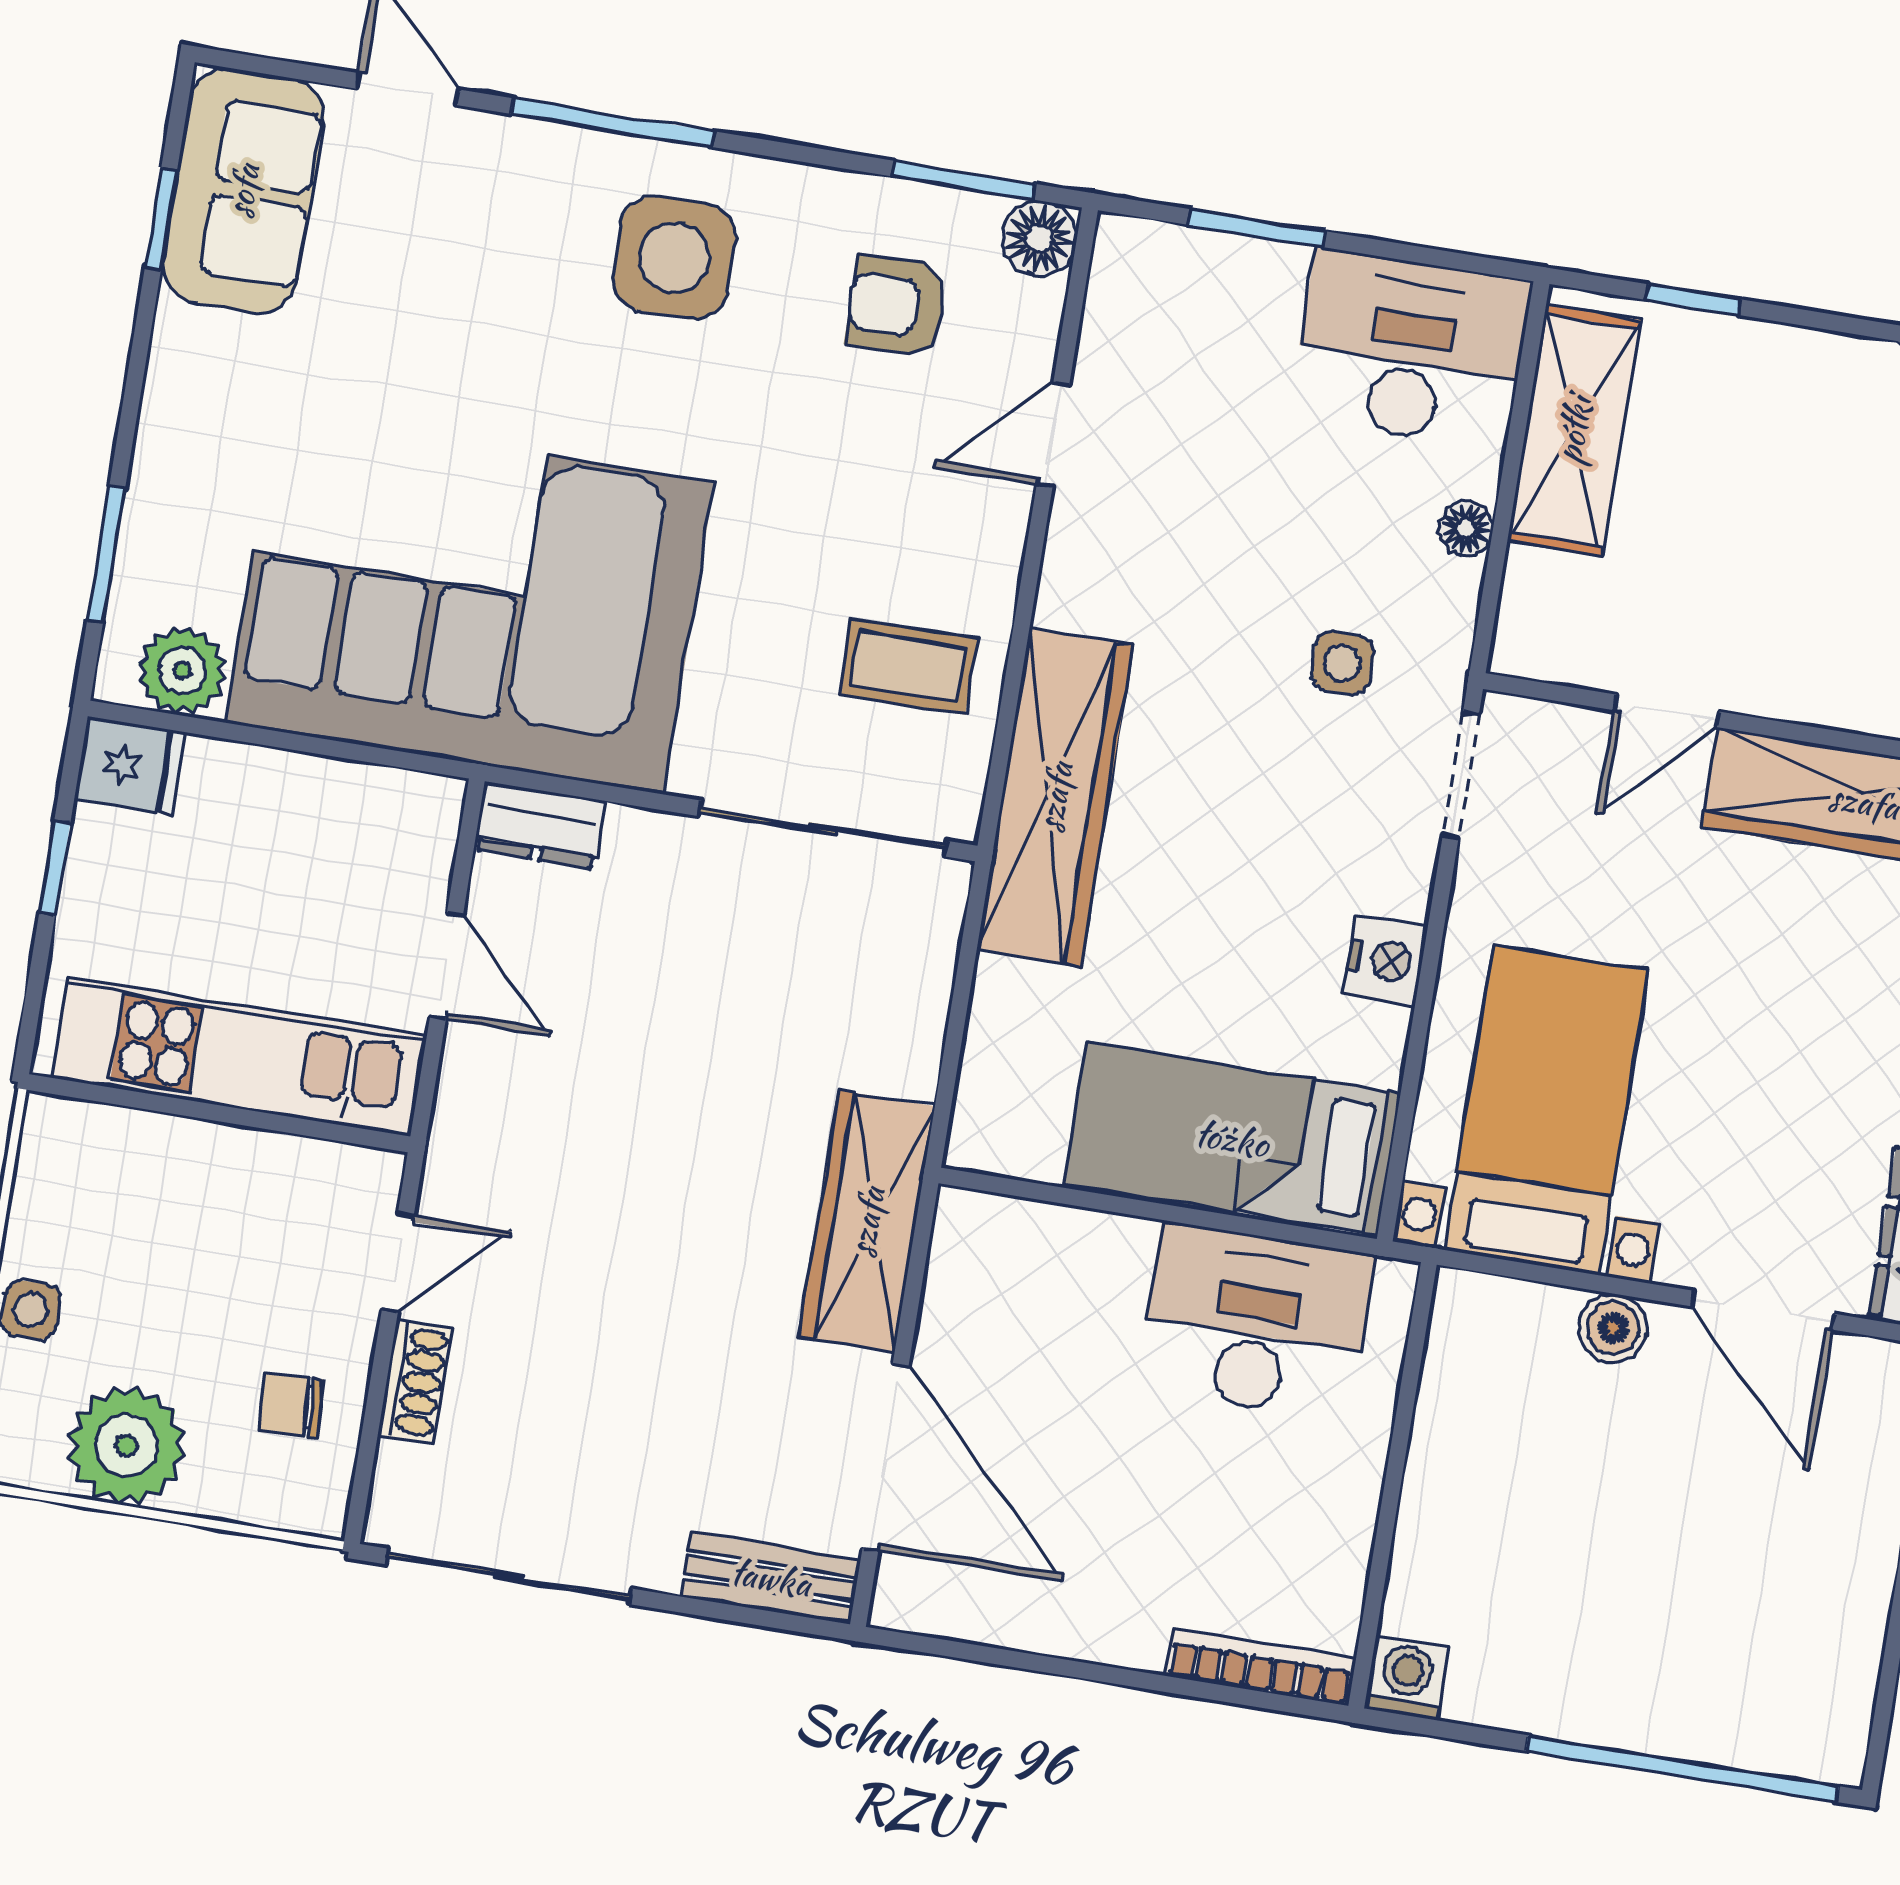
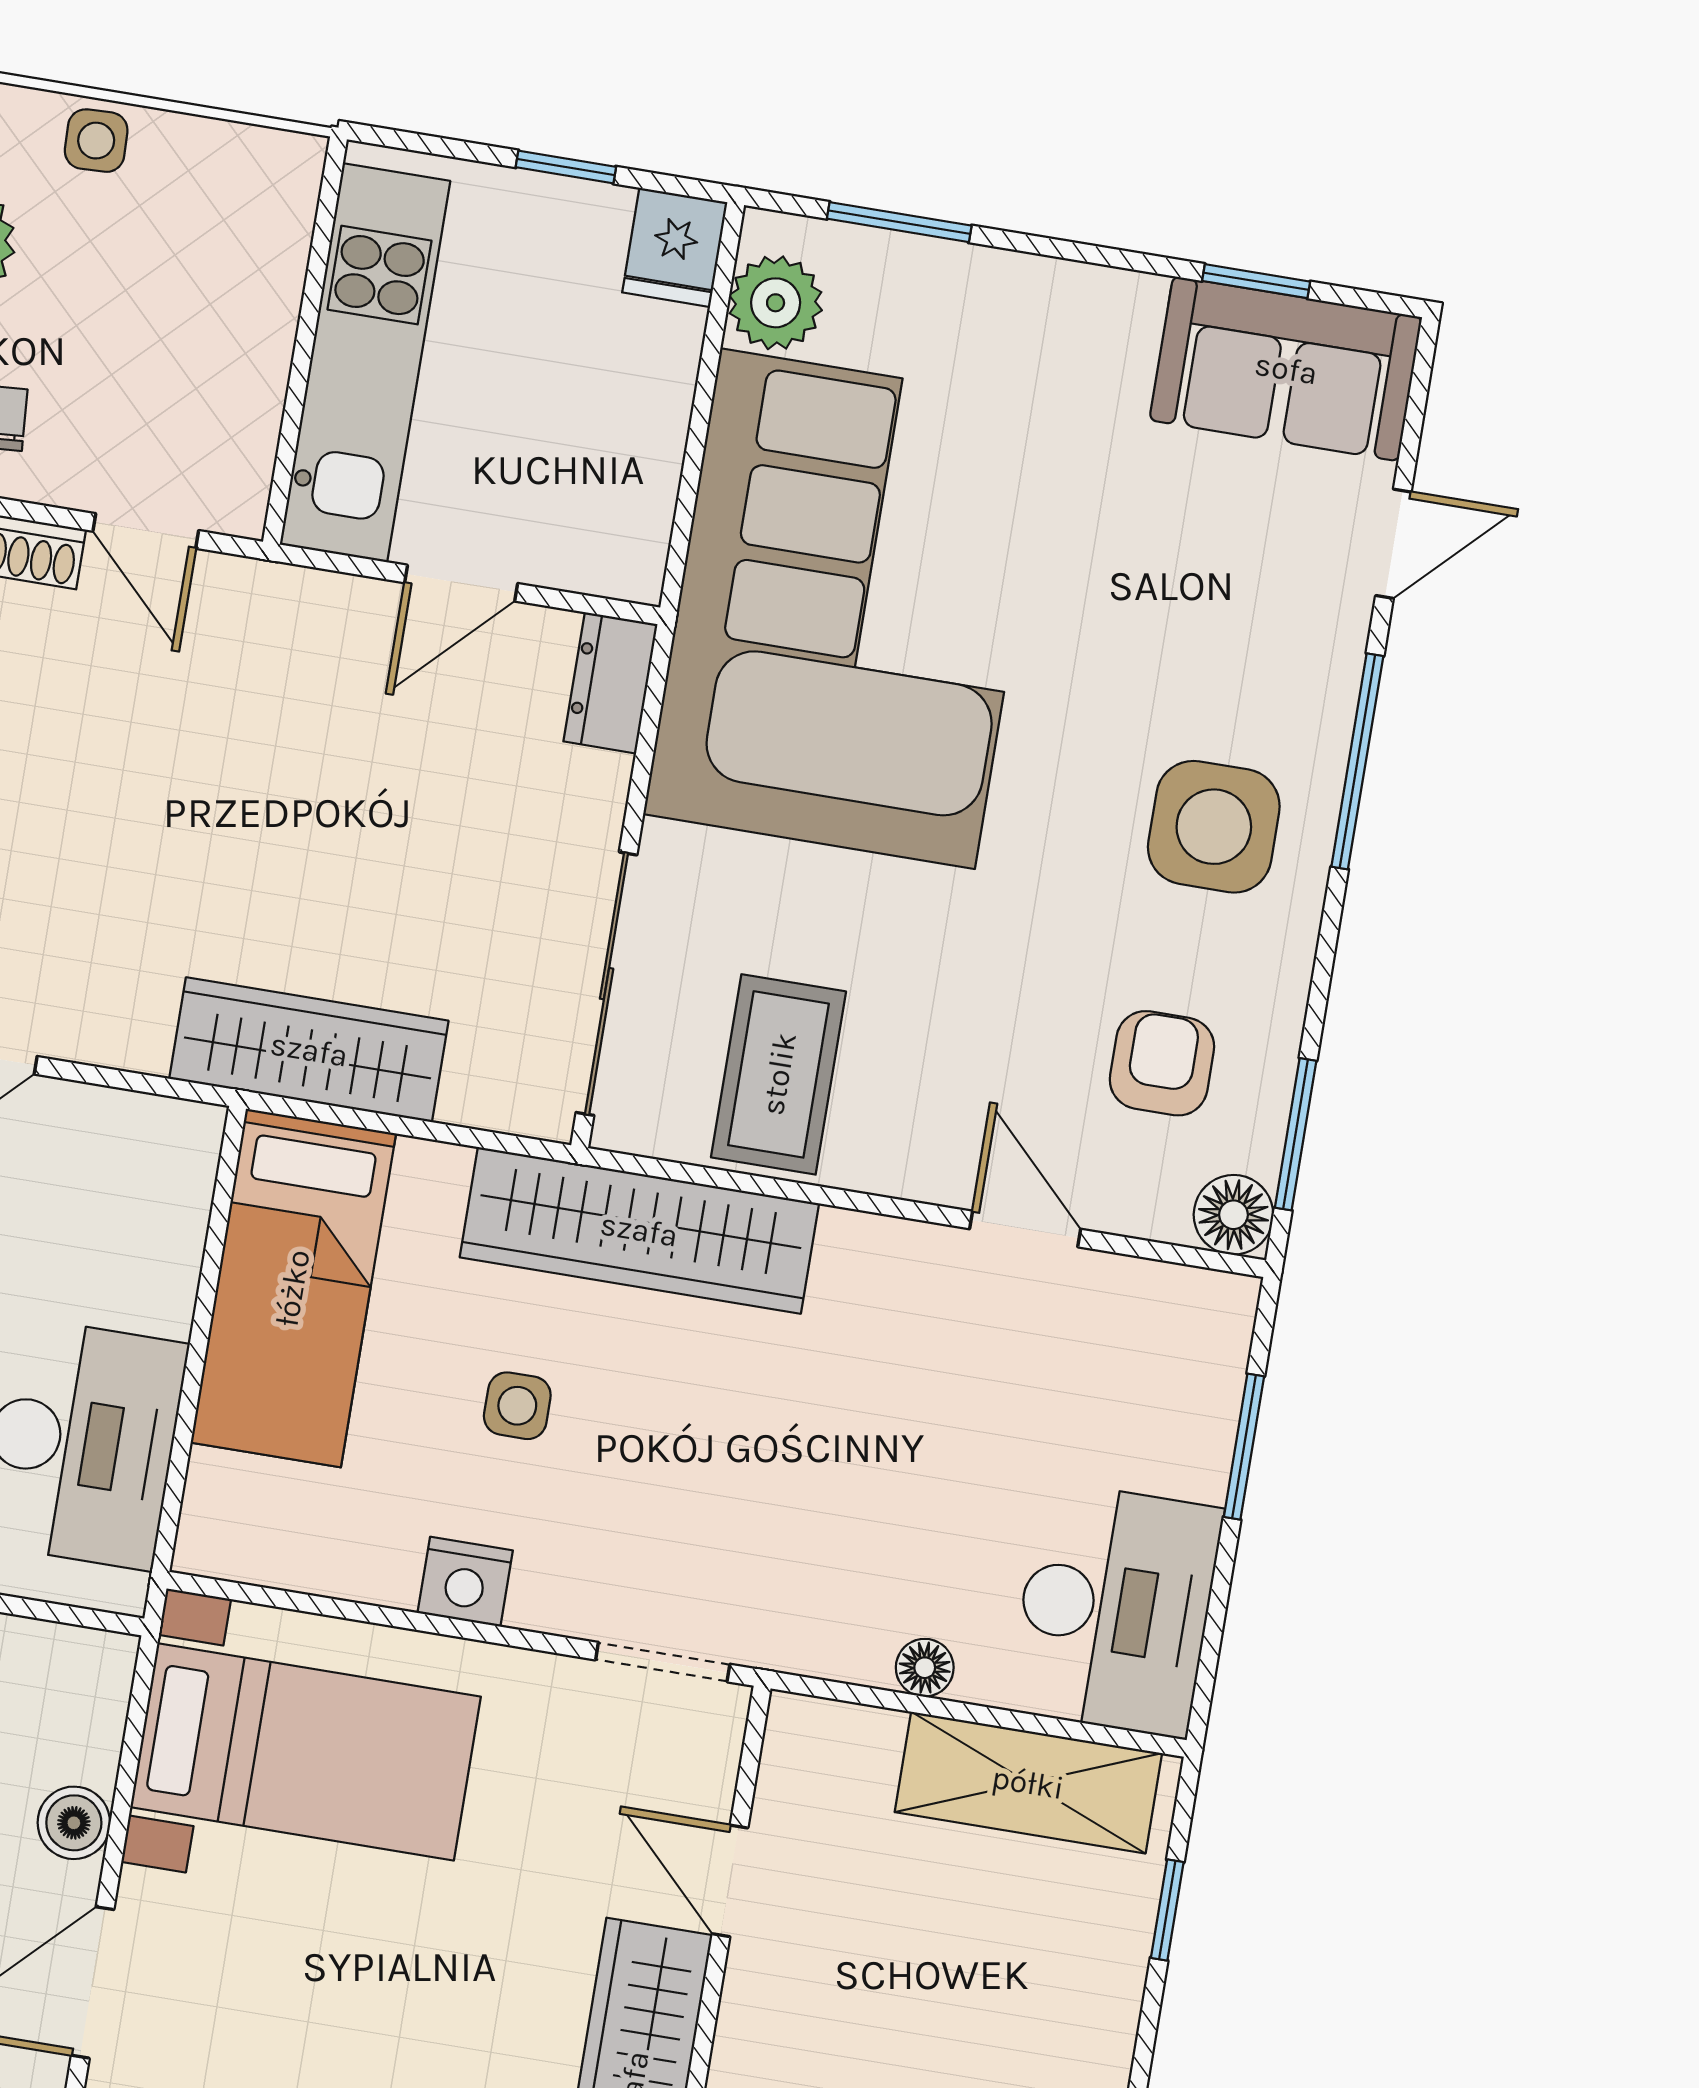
side table: (1343, 663) -> (517, 1406), moved
coffee table: (908, 667) -> (779, 1074), width x1.36, depth x1.30
bed: (1232, 1139) -> (293, 1288), moved, turned 180
wardrobe: (867, 1222) -> (309, 1050), moved

